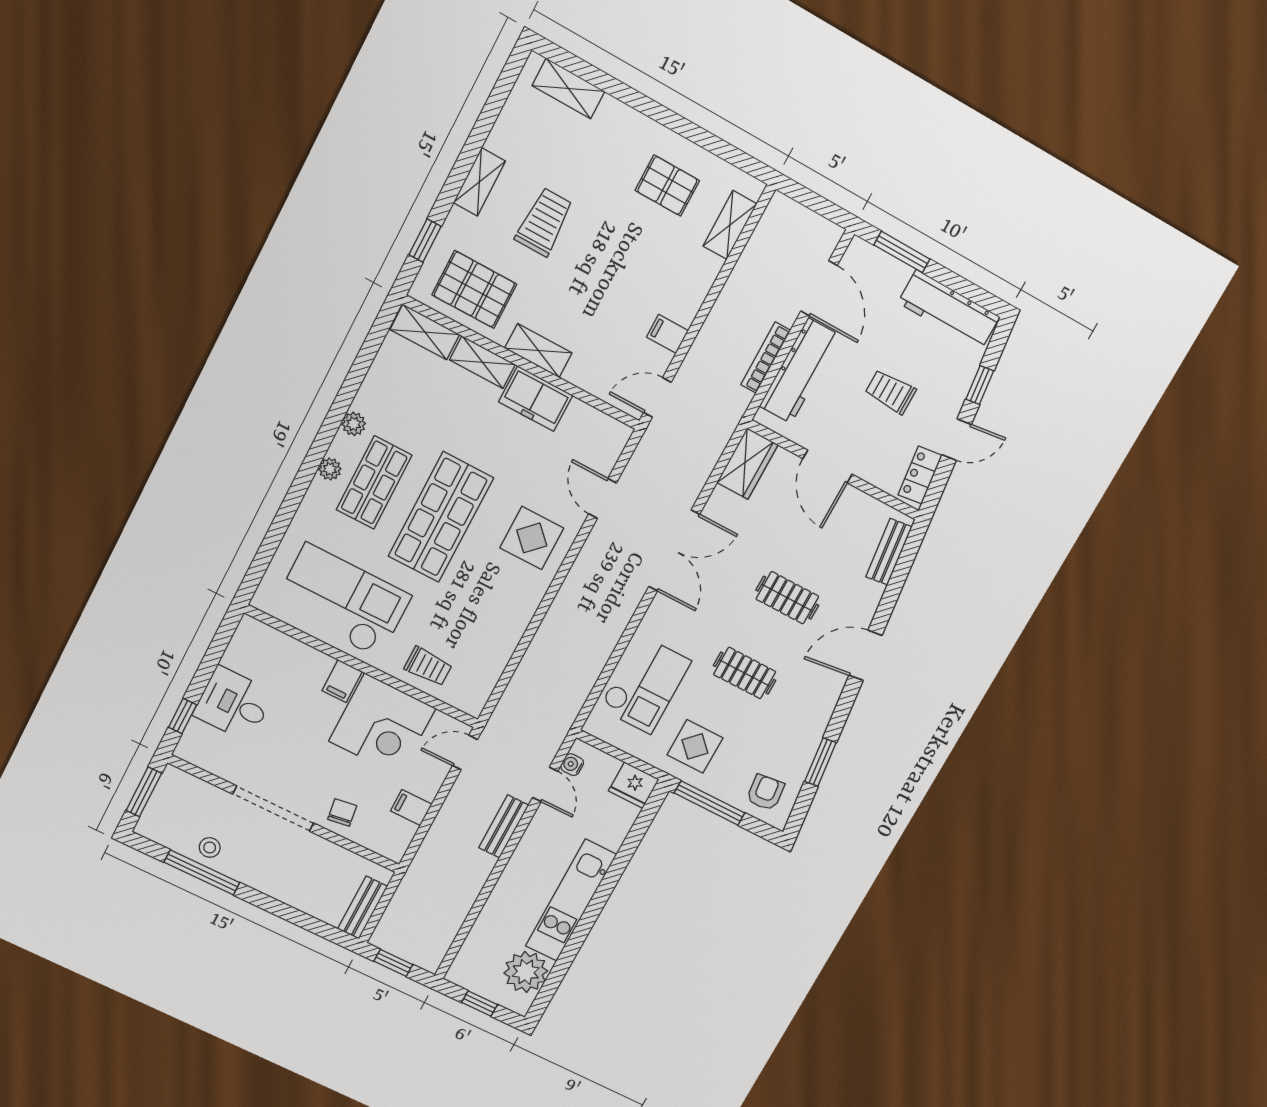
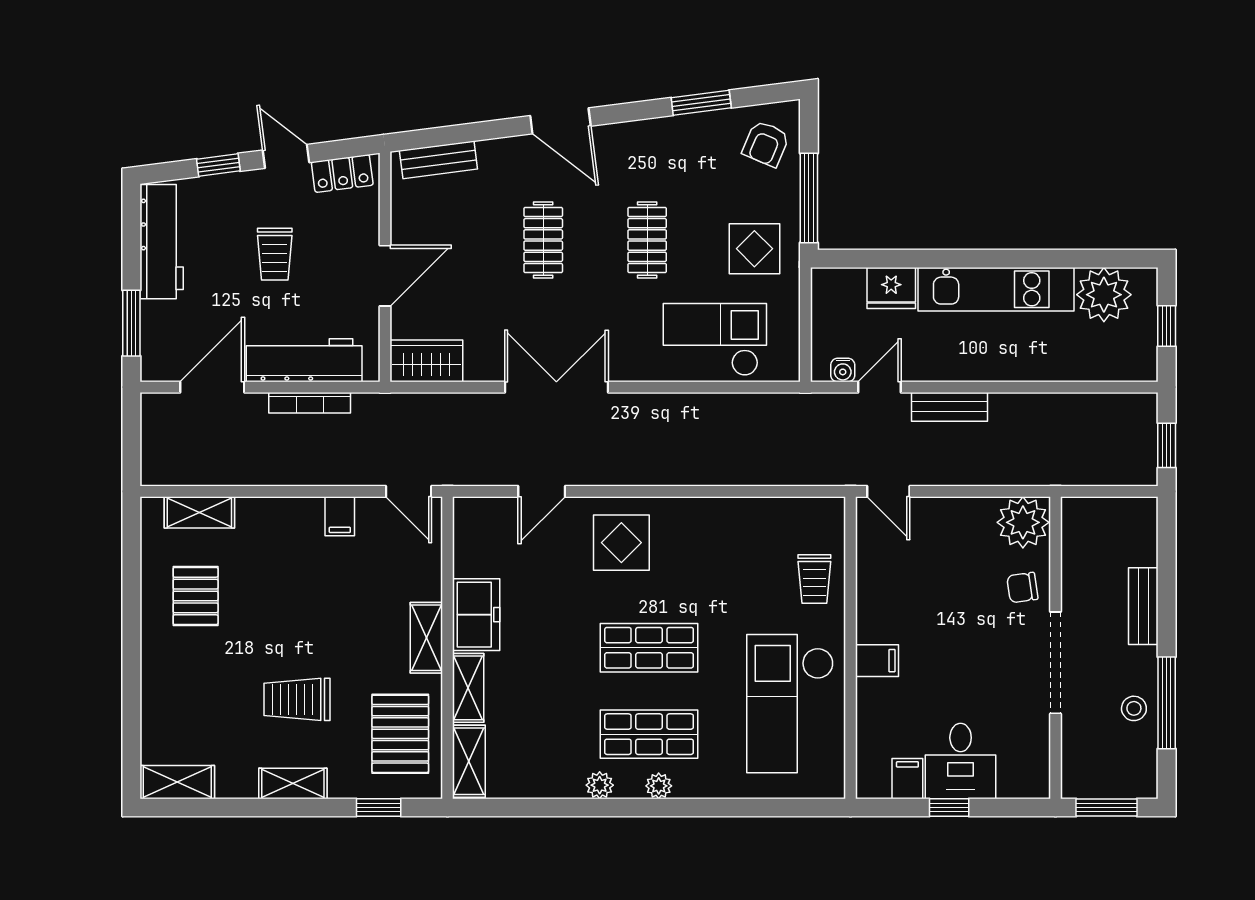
shelving: (569, 89) -> (177, 782), moved, turned 90
shop shelf: (441, 517) -> (649, 648), width x0.70, depth x0.74
trolley: (428, 666) -> (814, 579), turned 180
window: (183, 716) -> (949, 808), moved
corner desk: (382, 725) -> (903, 595), removed
fridge: (634, 785) -> (891, 288), moved, turned 90
armchair: (765, 792) -> (766, 144), turned -60
filing cabinet: (411, 808) -> (907, 779), moved, turned 180
plant: (391, 836) -> (1023, 522), added
bench: (363, 908) -> (1143, 606), moved, turned 90

